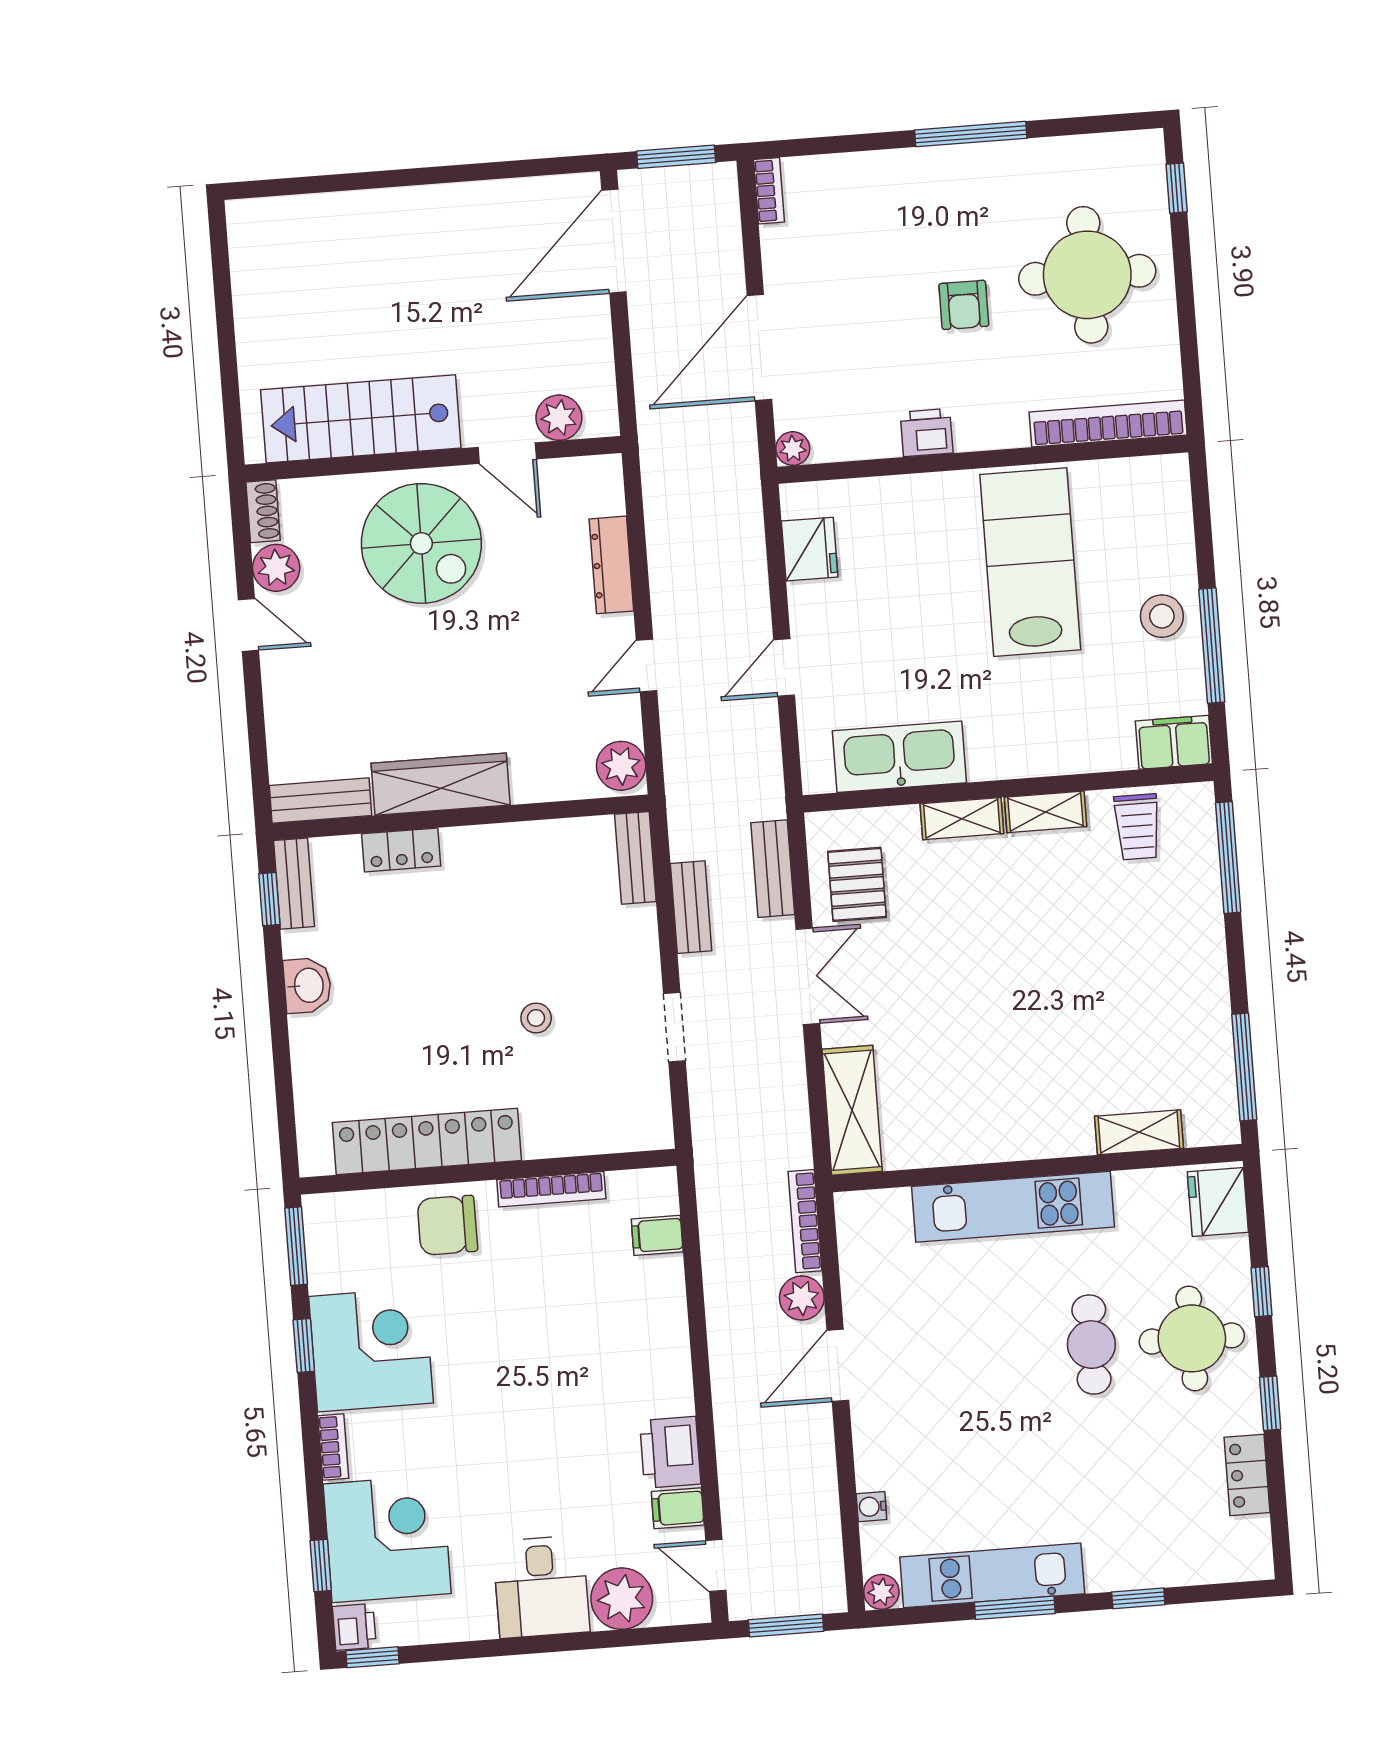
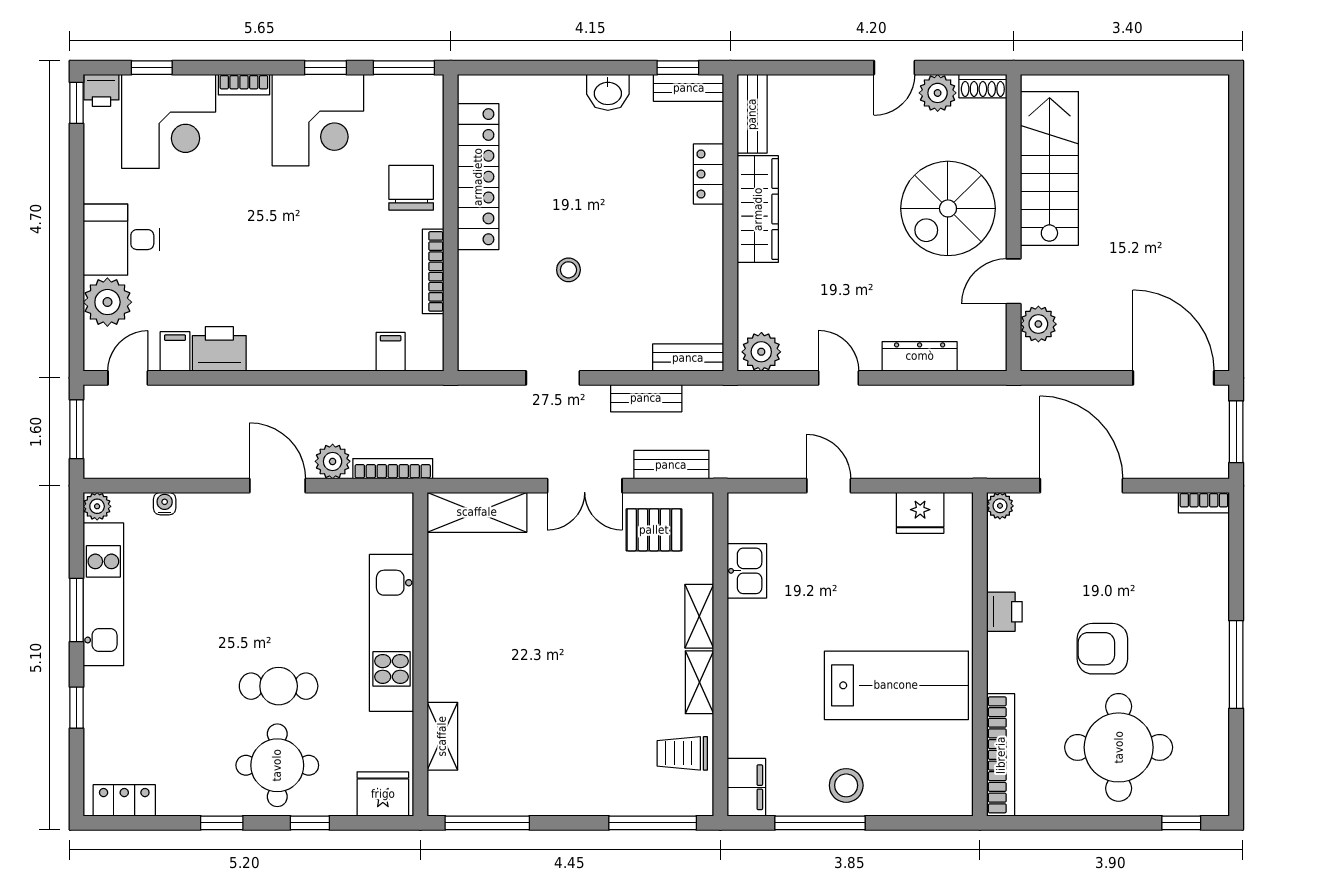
armchair: (964, 305) -> (1102, 649), width x1.38, depth x1.38
kitchen sink: (899, 757) -> (747, 571), width x0.53, depth x0.81
locker: (1247, 1475) -> (124, 800), moved

